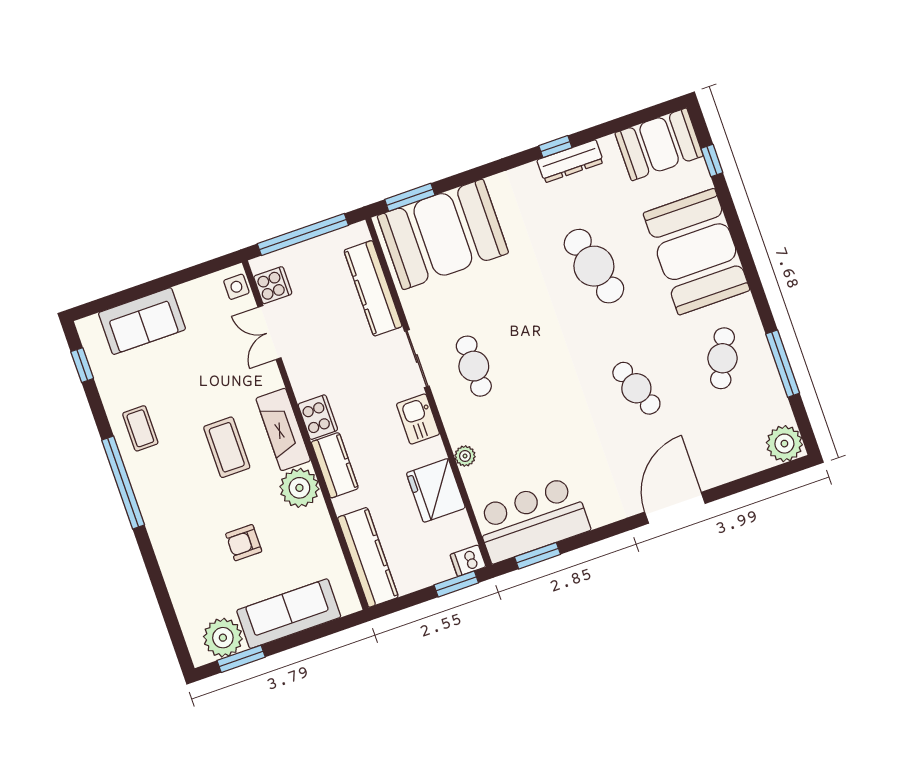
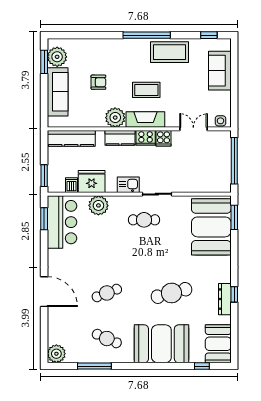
cooker: (273, 285) -> (164, 138), moved
kitchen counter: (373, 288) -> (197, 185), removed
coffee table: (140, 428) -> (169, 52), width x1.86, depth x1.72
plant: (465, 456) -> (98, 205), width x1.88, depth x1.88
armchair: (244, 543) -> (98, 82), turned 90
dishwasher: (468, 561) -> (71, 185), moved

